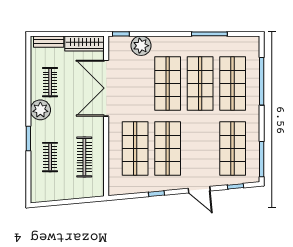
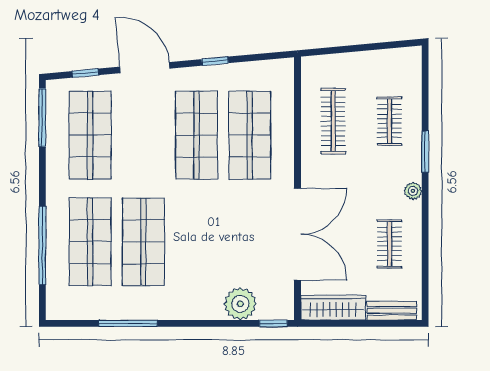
shop shelf: (168, 84) -> (197, 242), removed
plant: (40, 110) -> (413, 191), width x0.53, depth x0.53
door: (199, 190) -> (145, 68), width x1.36

